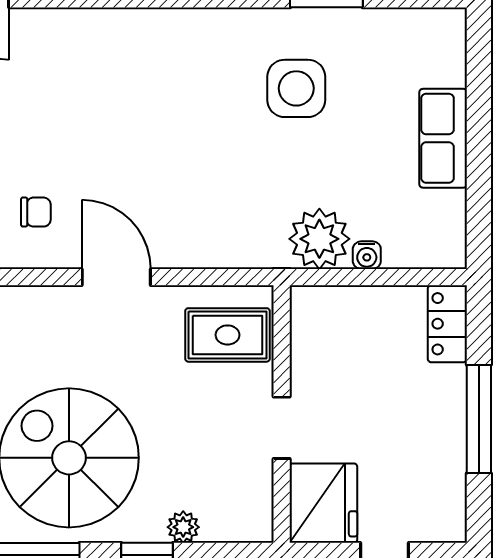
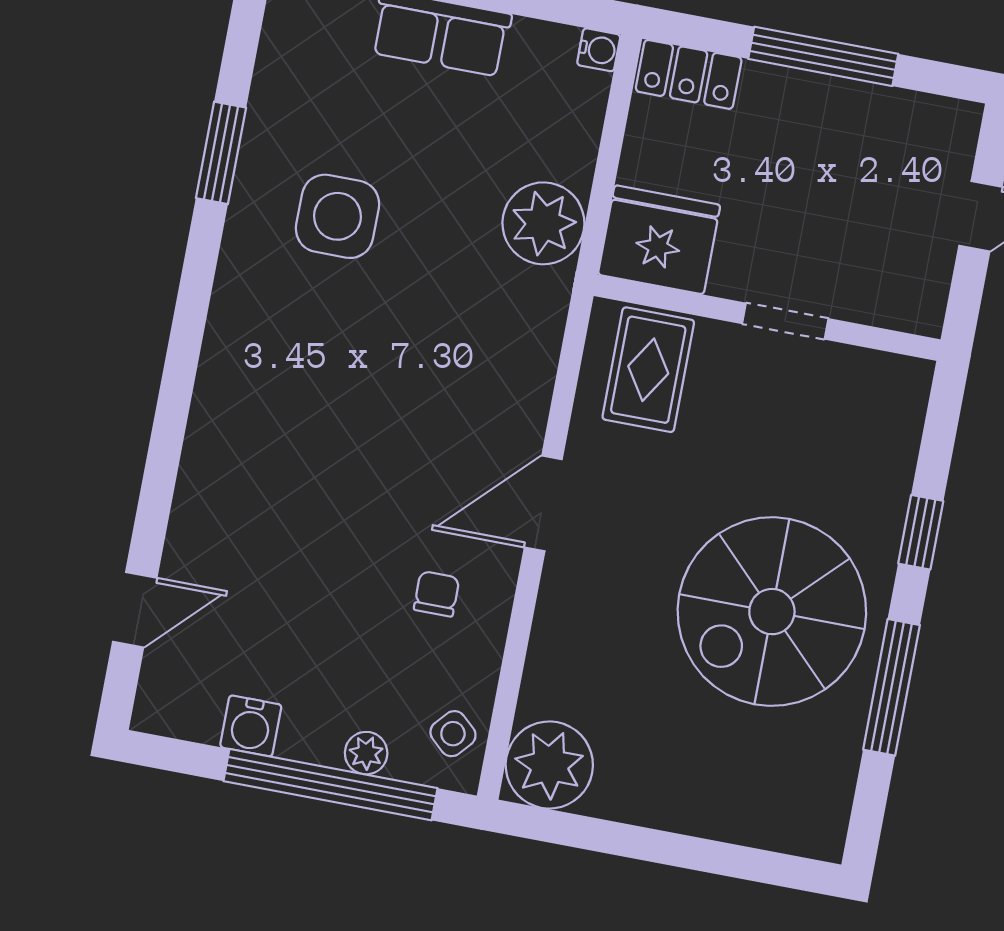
water cooler: (367, 255) -> (599, 50), moved
fridge: (323, 503) -> (659, 240), moved
plant: (183, 527) -> (893, 477), removed

